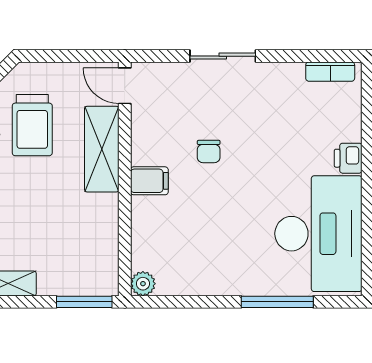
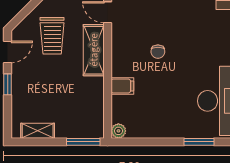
filing cabinet: (149, 181) -> (122, 86), moved
window: (277, 302) -> (199, 142), width x0.69

